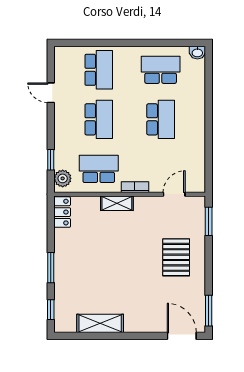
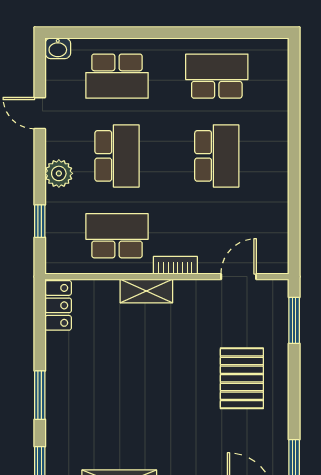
washbasin: (197, 53) -> (58, 48), moved
school desk: (99, 70) -> (117, 76), turned 90
plant: (63, 178) -> (59, 173), moved

